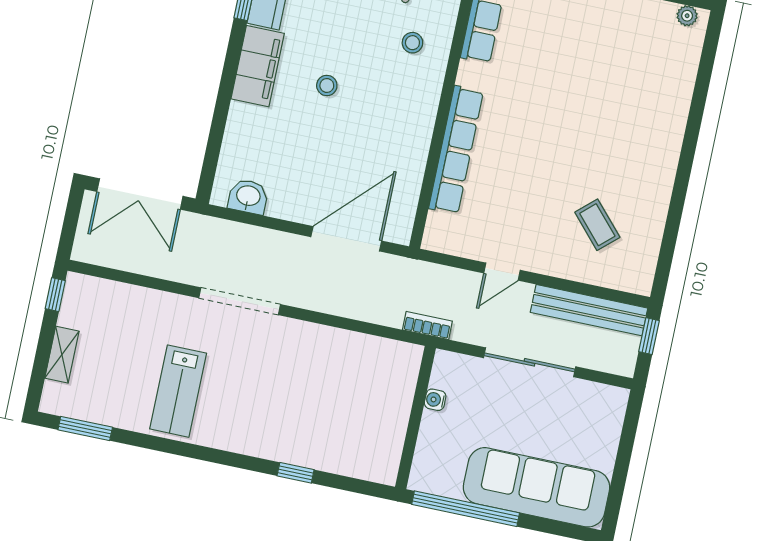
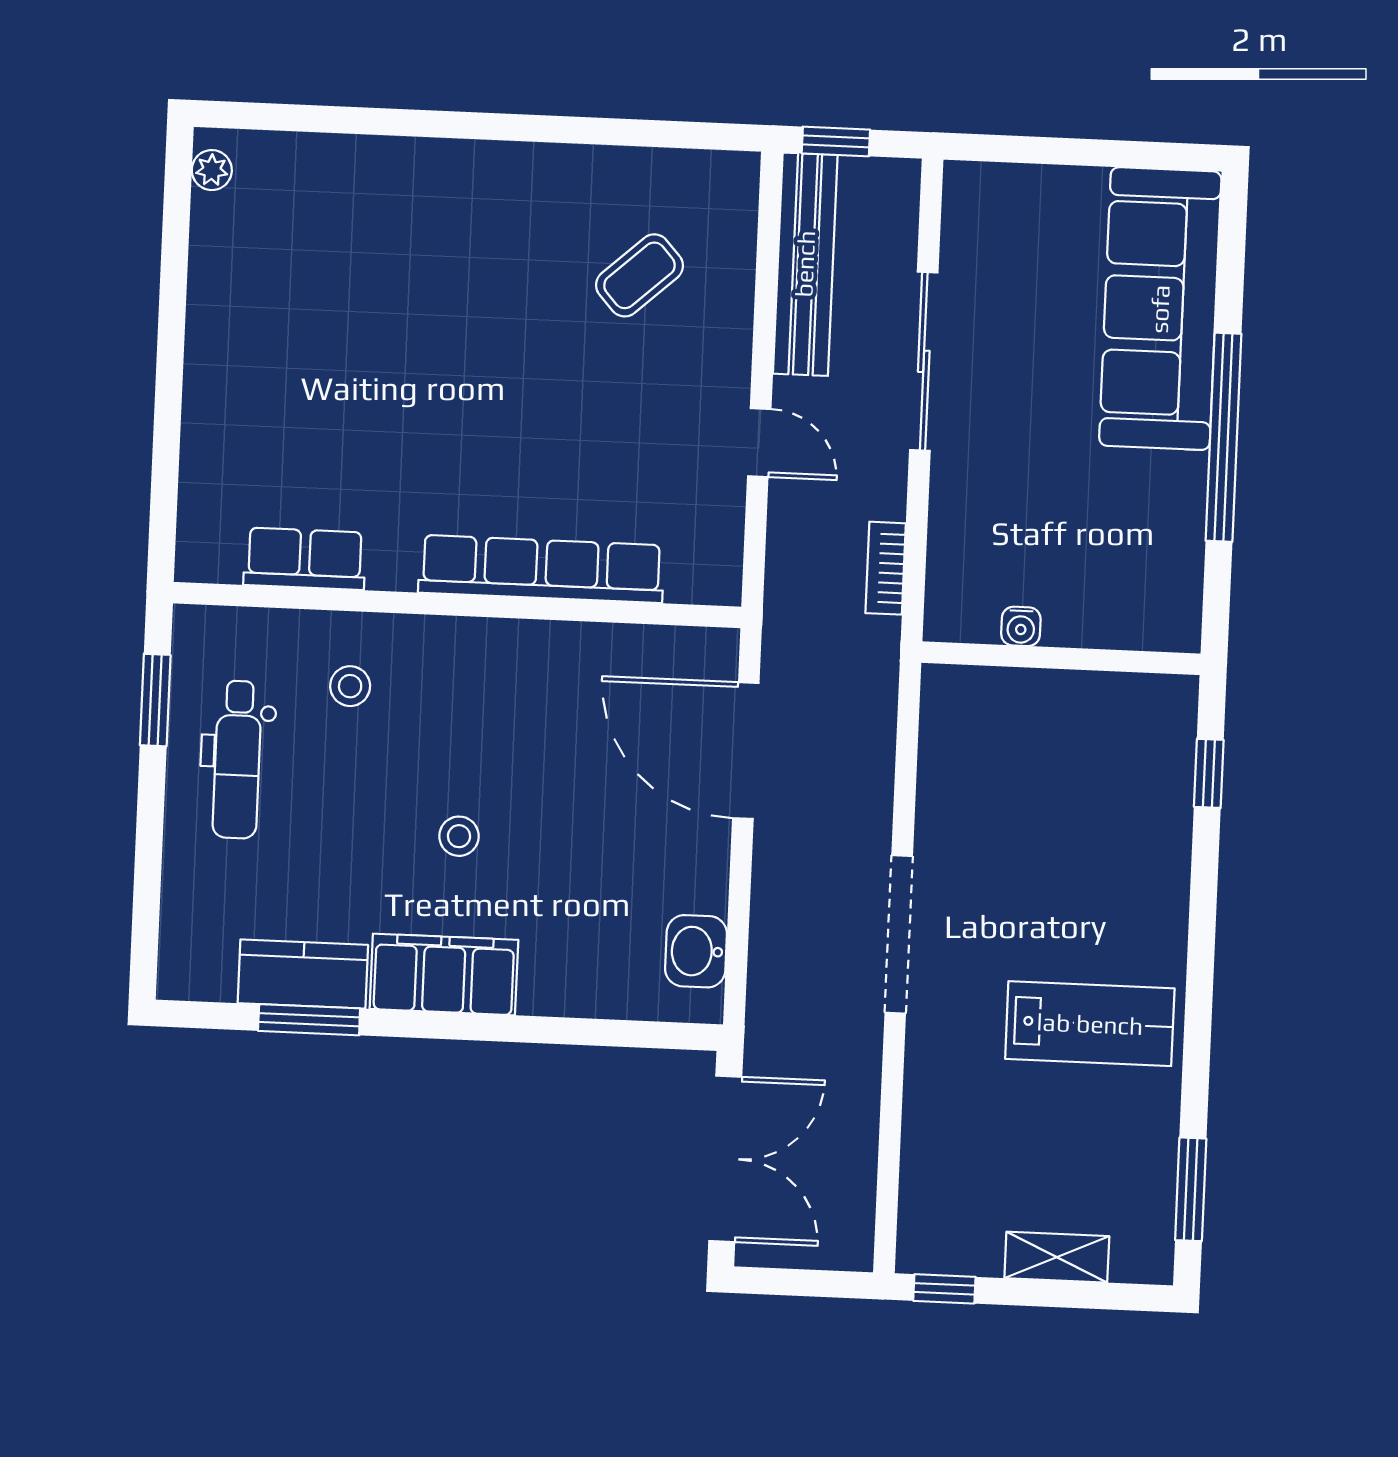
water cooler: (435, 400) -> (1021, 626), moved
wall: (415, 417) -> (1061, 658), moved

